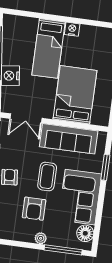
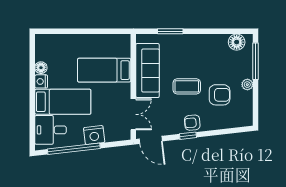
floor lamp: (86, 31) -> (41, 68), added
desk: (22, 32) -> (51, 130), added
bed: (75, 95) -> (104, 70), width x0.67
corner sofa: (80, 197) -> (202, 52), removed

